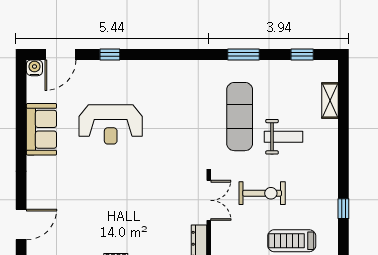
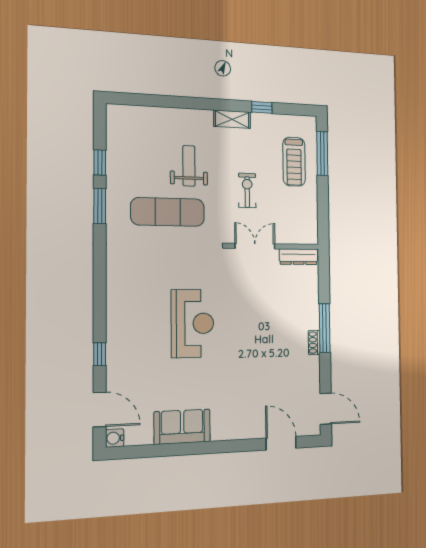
window: (302, 54) -> (100, 162), moved
shelving: (330, 101) -> (232, 119), moved
reception desk: (111, 124) -> (192, 323), moved
exercise bike: (262, 193) -> (247, 190), width x0.73, depth x0.72

